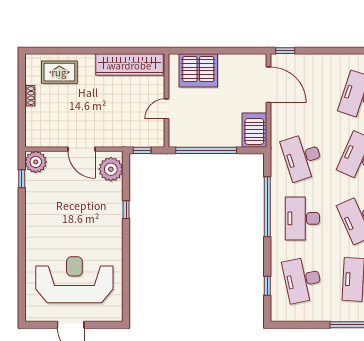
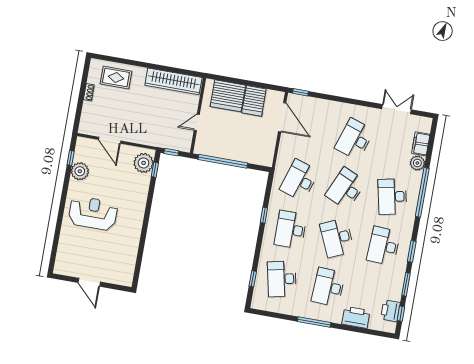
server rack: (254, 130) -> (254, 101), moved, turned 180
door: (82, 149) -> (110, 140), moved
desk: (302, 157) -> (299, 180), turned 36
plant: (36, 162) -> (80, 171), moved
window: (267, 207) -> (264, 215), width x0.32
window: (126, 210) -> (155, 170), moved
reception desk: (74, 280) -> (93, 213), moved, width x0.74, depth x0.77

